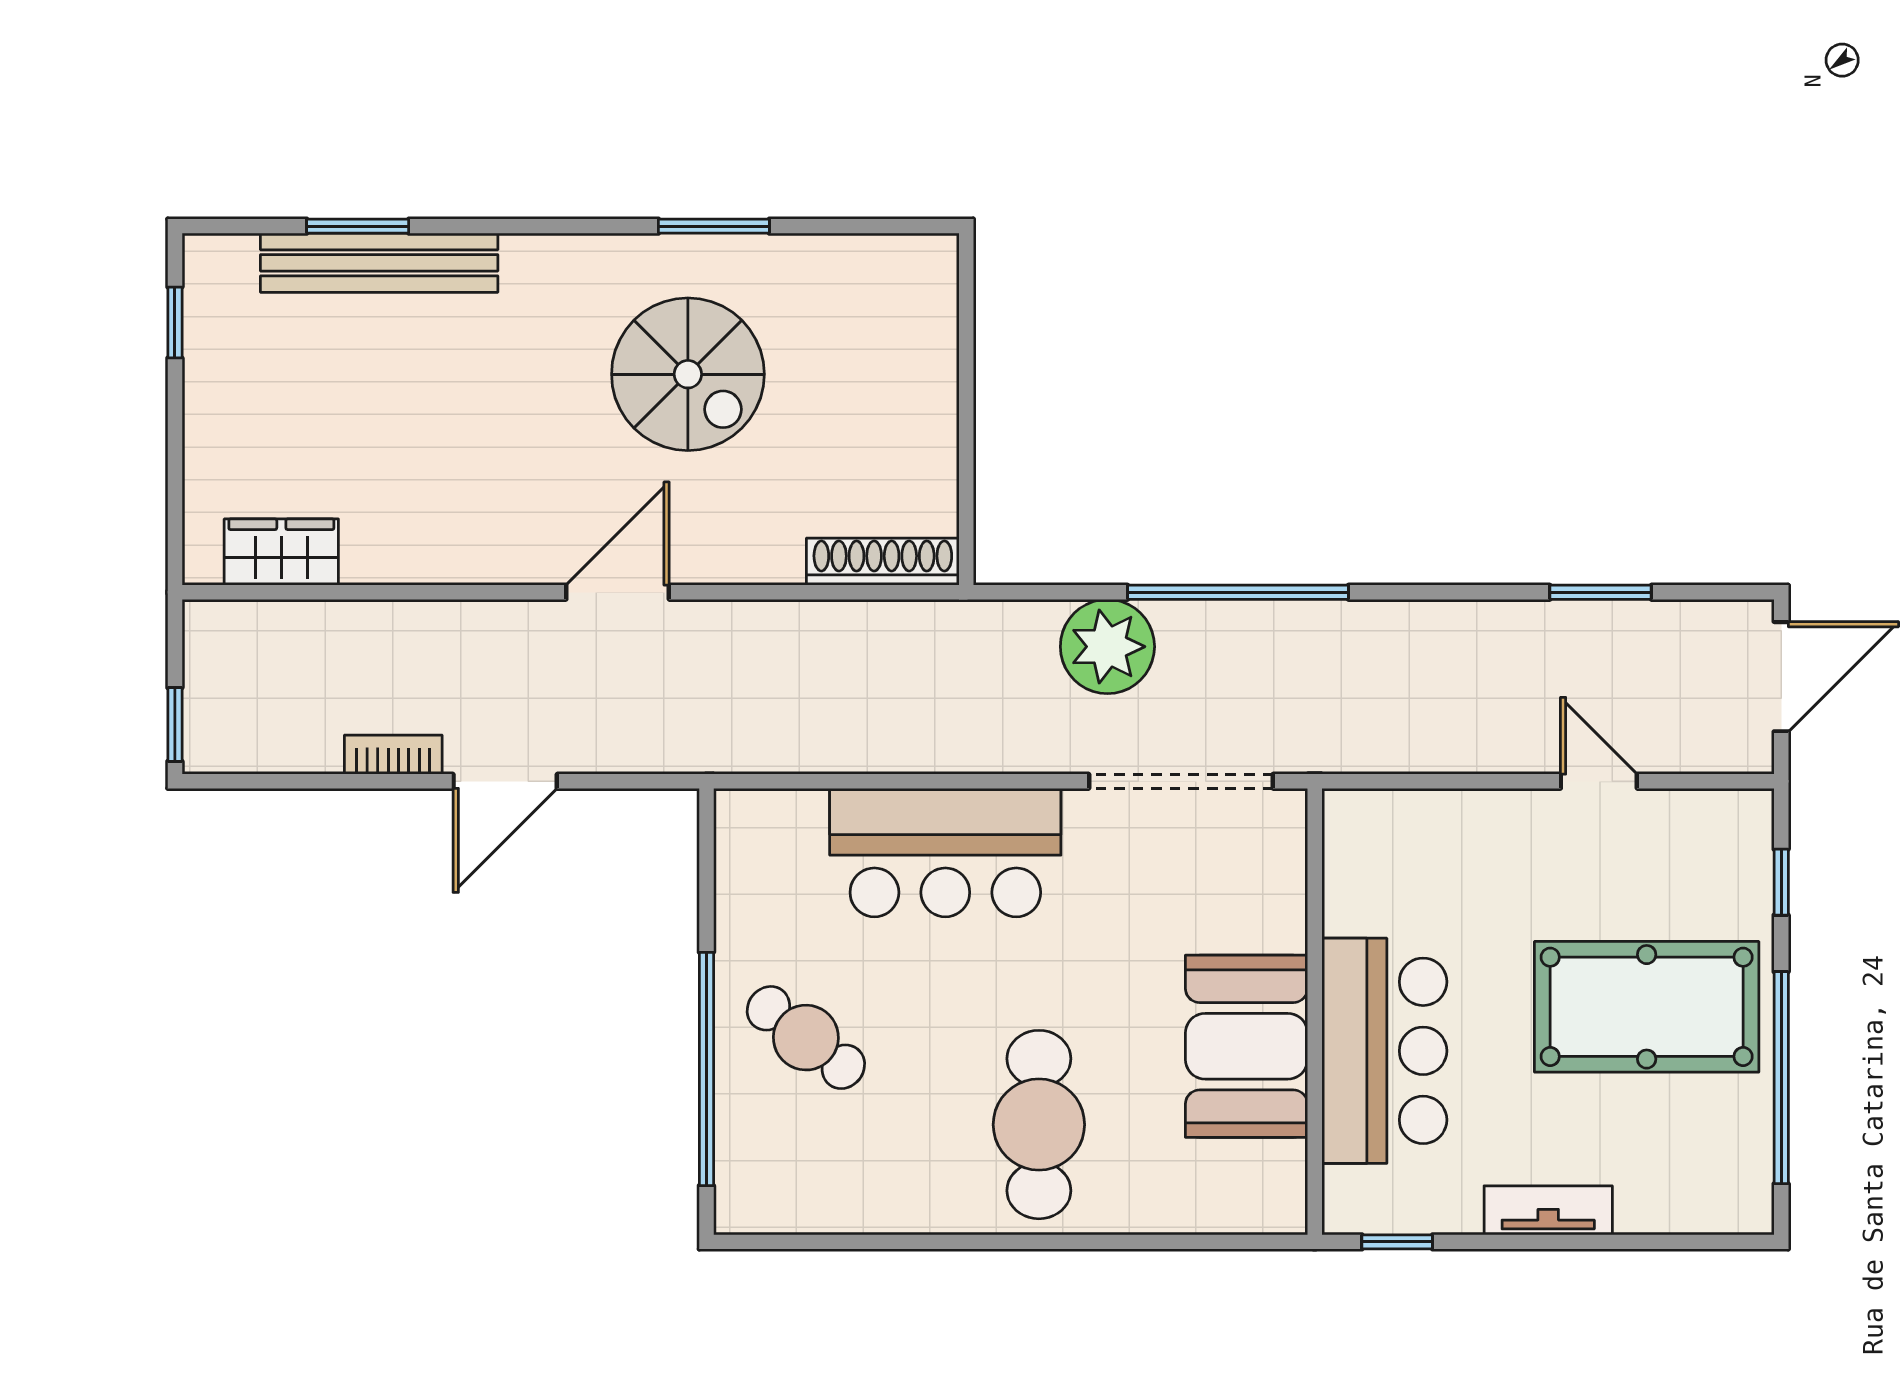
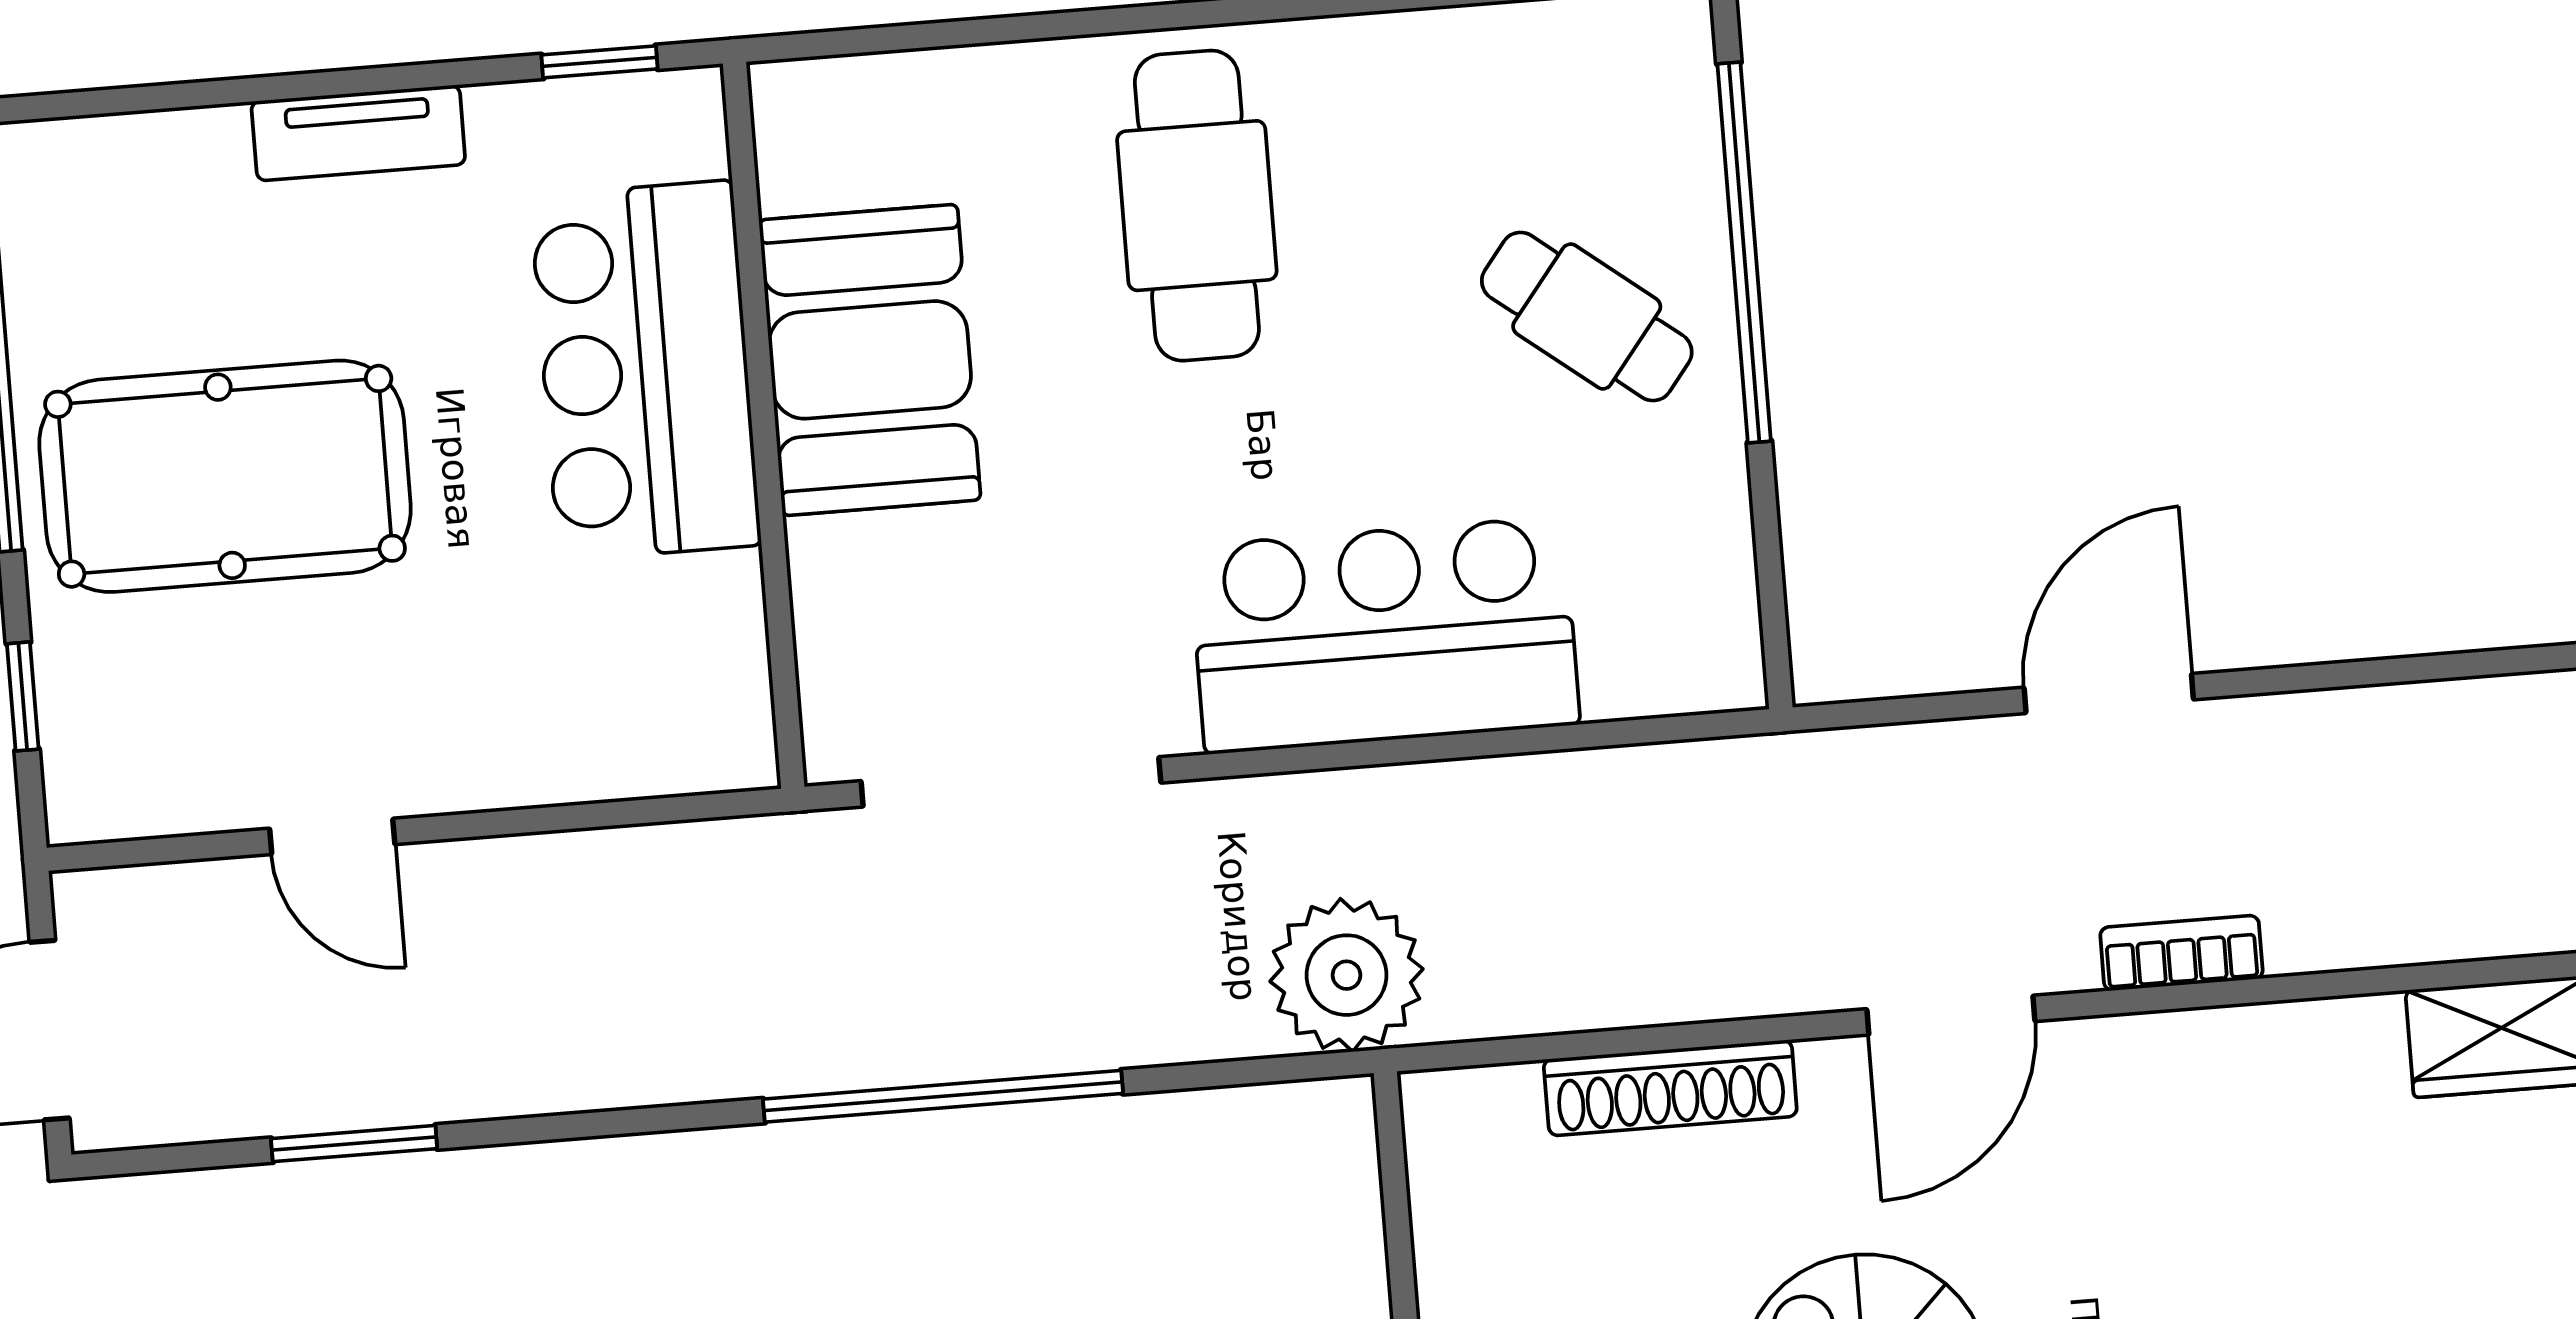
shoe rack: (883, 562) -> (1670, 1088), moved
plant: (1107, 647) -> (1347, 975), moved
bookcase: (393, 755) -> (2181, 953), moved, turned 180

